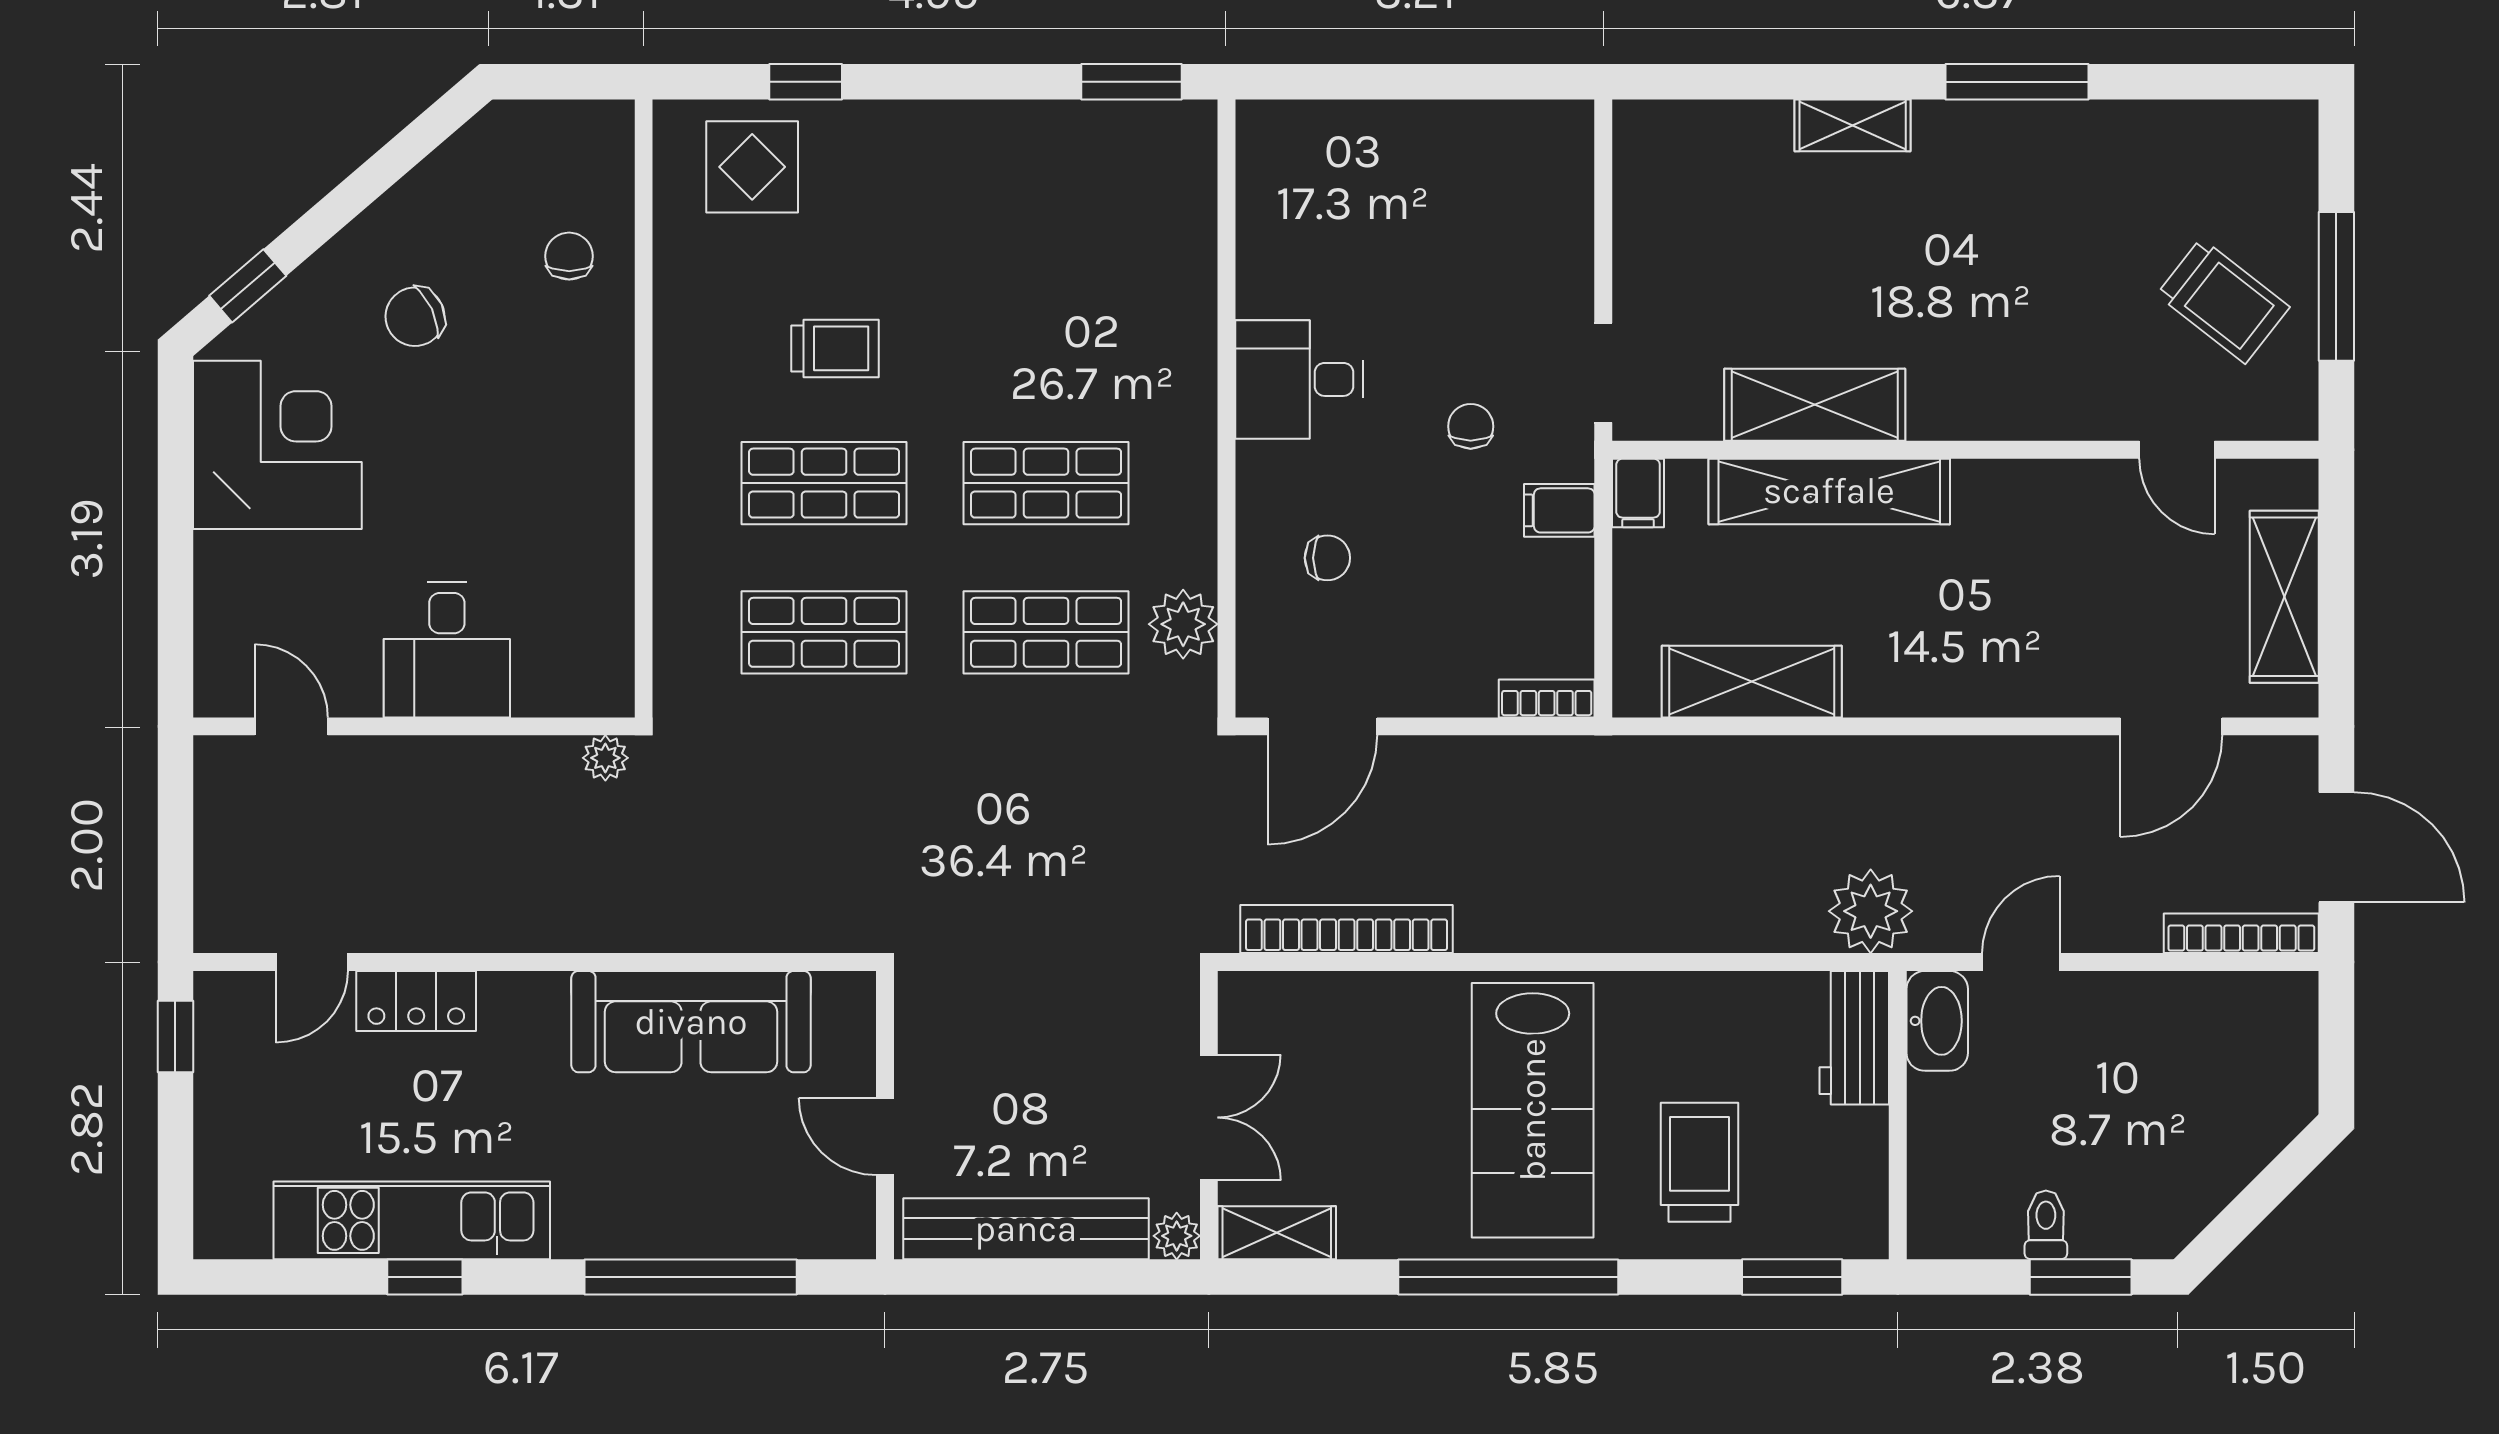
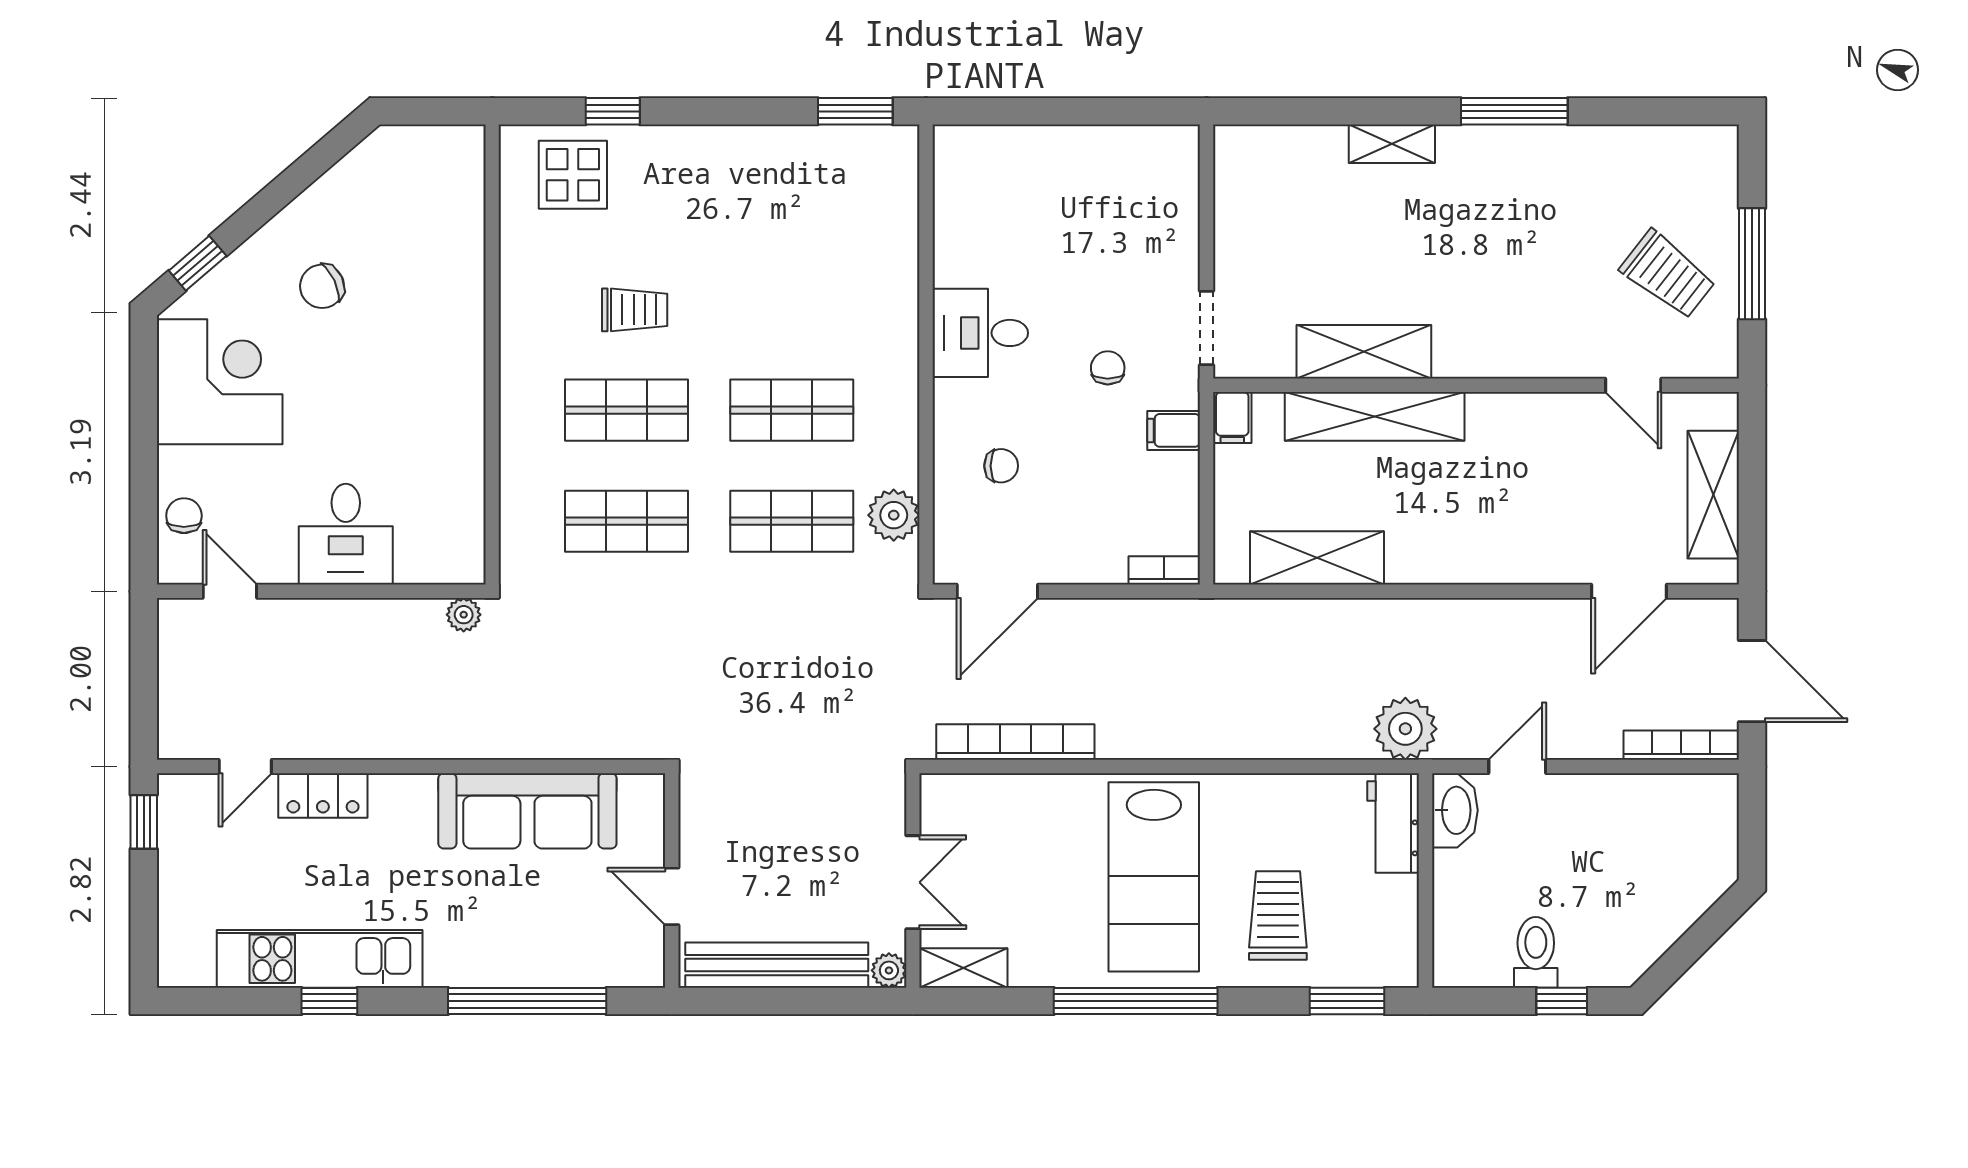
chair: (569, 256) -> (184, 516), moved
toilet: (2046, 1225) -> (1536, 952), width x1.37, depth x1.39
window: (2081, 1277) -> (1562, 1001), width x0.67

